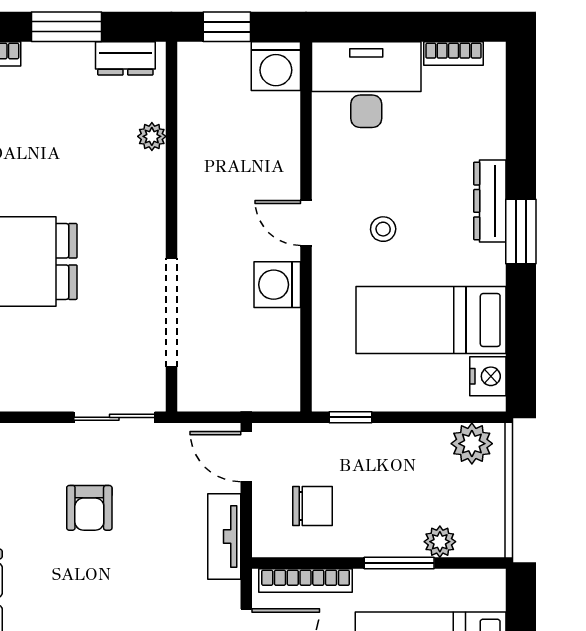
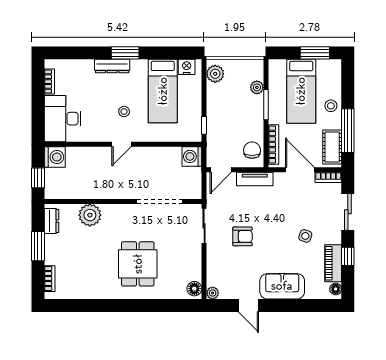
plant: (152, 136) -> (90, 215), width x1.88, depth x1.88
washing machine: (277, 285) -> (192, 156), moved, turned 90
chair: (312, 506) -> (252, 150), moved

